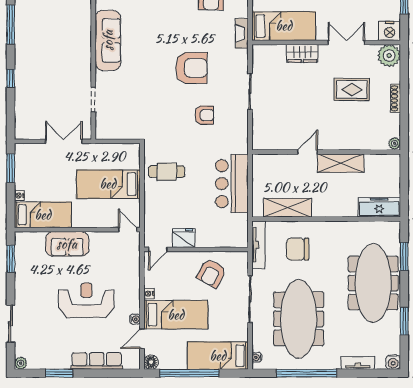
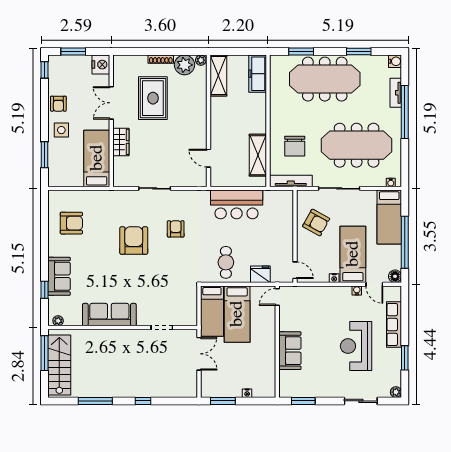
fireplace: (242, 33) -> (103, 196), removed
plant: (389, 56) -> (185, 65), moved
rug: (352, 90) -> (153, 98), width x1.36, depth x1.43
double door: (64, 141) -> (199, 354), swing flipped
door: (307, 152) -> (208, 158), moved
shelving: (341, 163) -> (218, 75), moved
bed: (43, 215) -> (212, 311), moved, turned 180
fridge: (183, 238) -> (260, 274), moved, turned 90
reception desk: (86, 300) -> (356, 346), moved
window: (307, 373) -> (405, 112), moved

